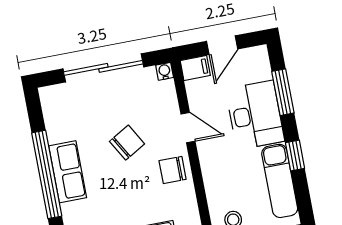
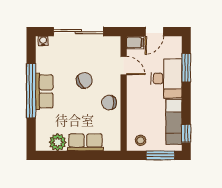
water cooler: (165, 71) -> (43, 41), moved
door: (188, 128) -> (124, 66), moved
window: (295, 156) -> (186, 133), moved

